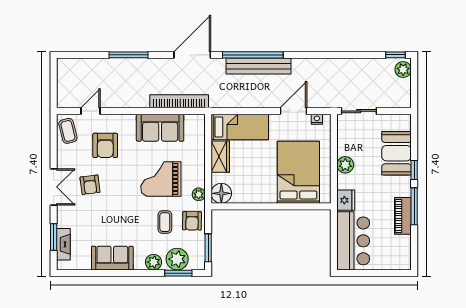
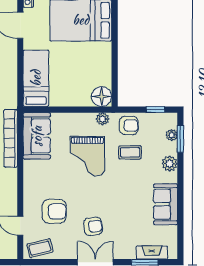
sofa: (160, 128) -> (37, 136), moved
wardrobe: (220, 157) -> (65, 98), removed
window: (208, 248) -> (155, 110), width x0.67
plant: (177, 259) -> (172, 135), width x0.53, depth x0.53

